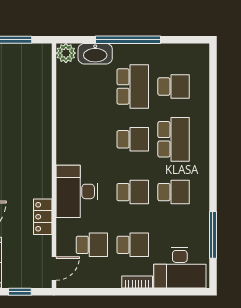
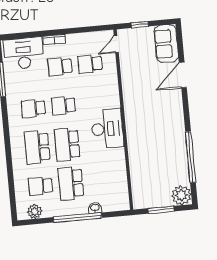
plant: (66, 53) -> (35, 212), moved
washbasin: (95, 54) -> (95, 208), width x0.52, depth x0.69
school desk: (133, 139) -> (67, 144), width x1.85
desk: (77, 191) -> (107, 129), moved
locker: (43, 217) -> (128, 81), removed

